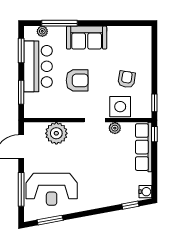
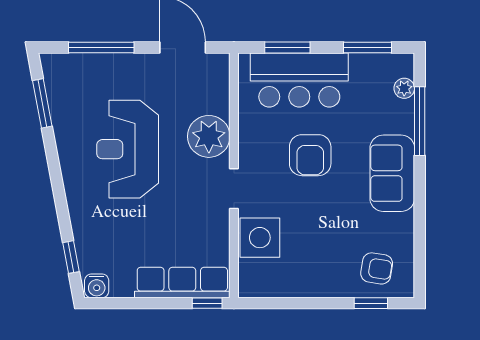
bar counter: (38, 66) -> (299, 80), moved
armchair: (127, 79) -> (377, 268), moved
window: (154, 103) -> (371, 303), moved
plant: (115, 128) -> (219, 227), removed
plant: (56, 133) -> (209, 136), moved
reception desk: (52, 189) -> (128, 149), moved

